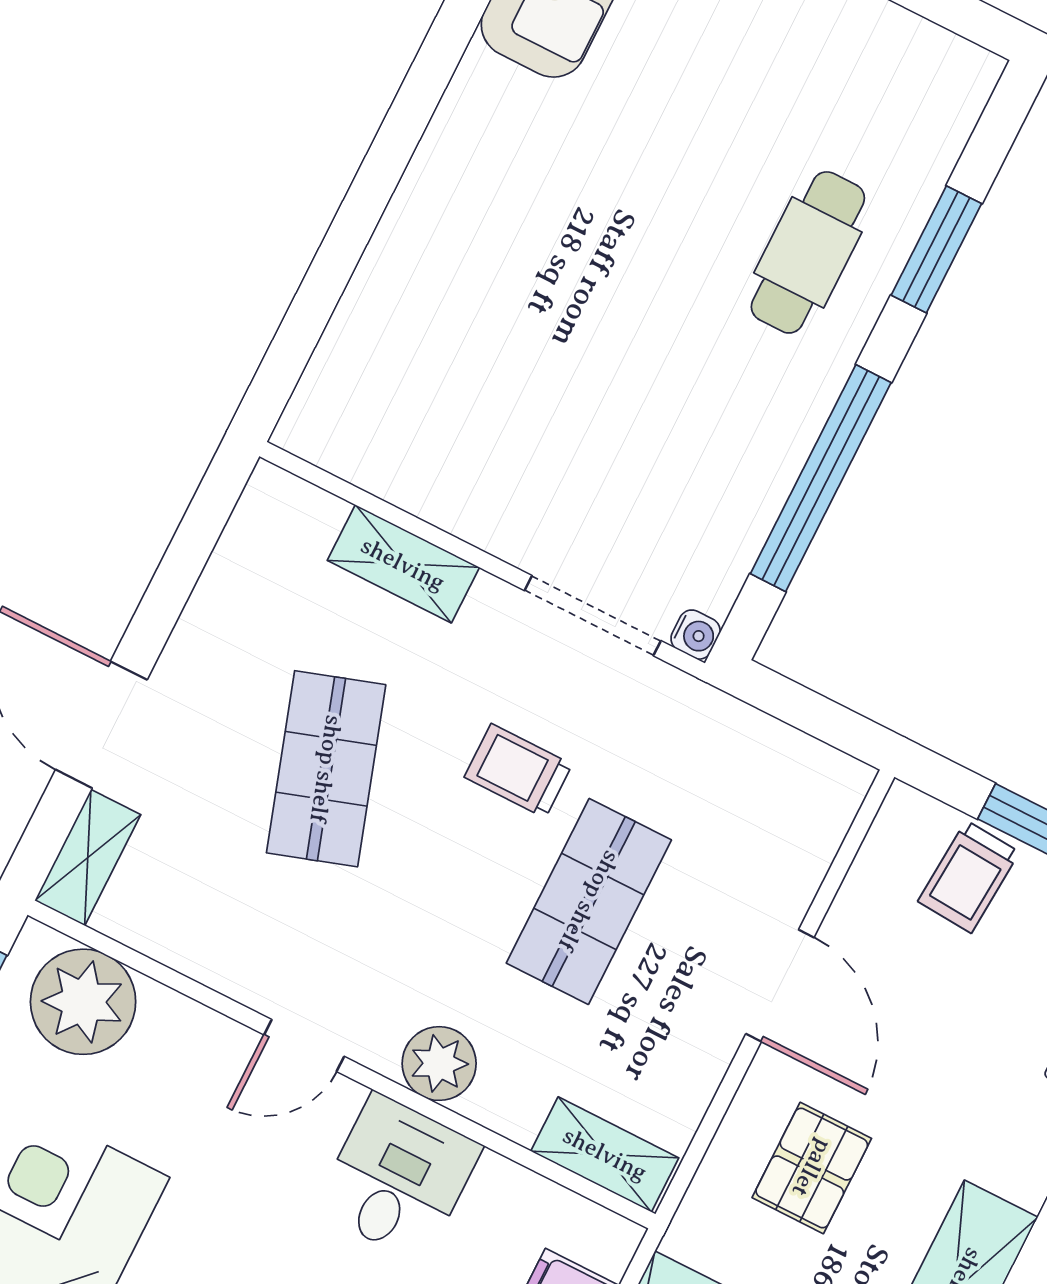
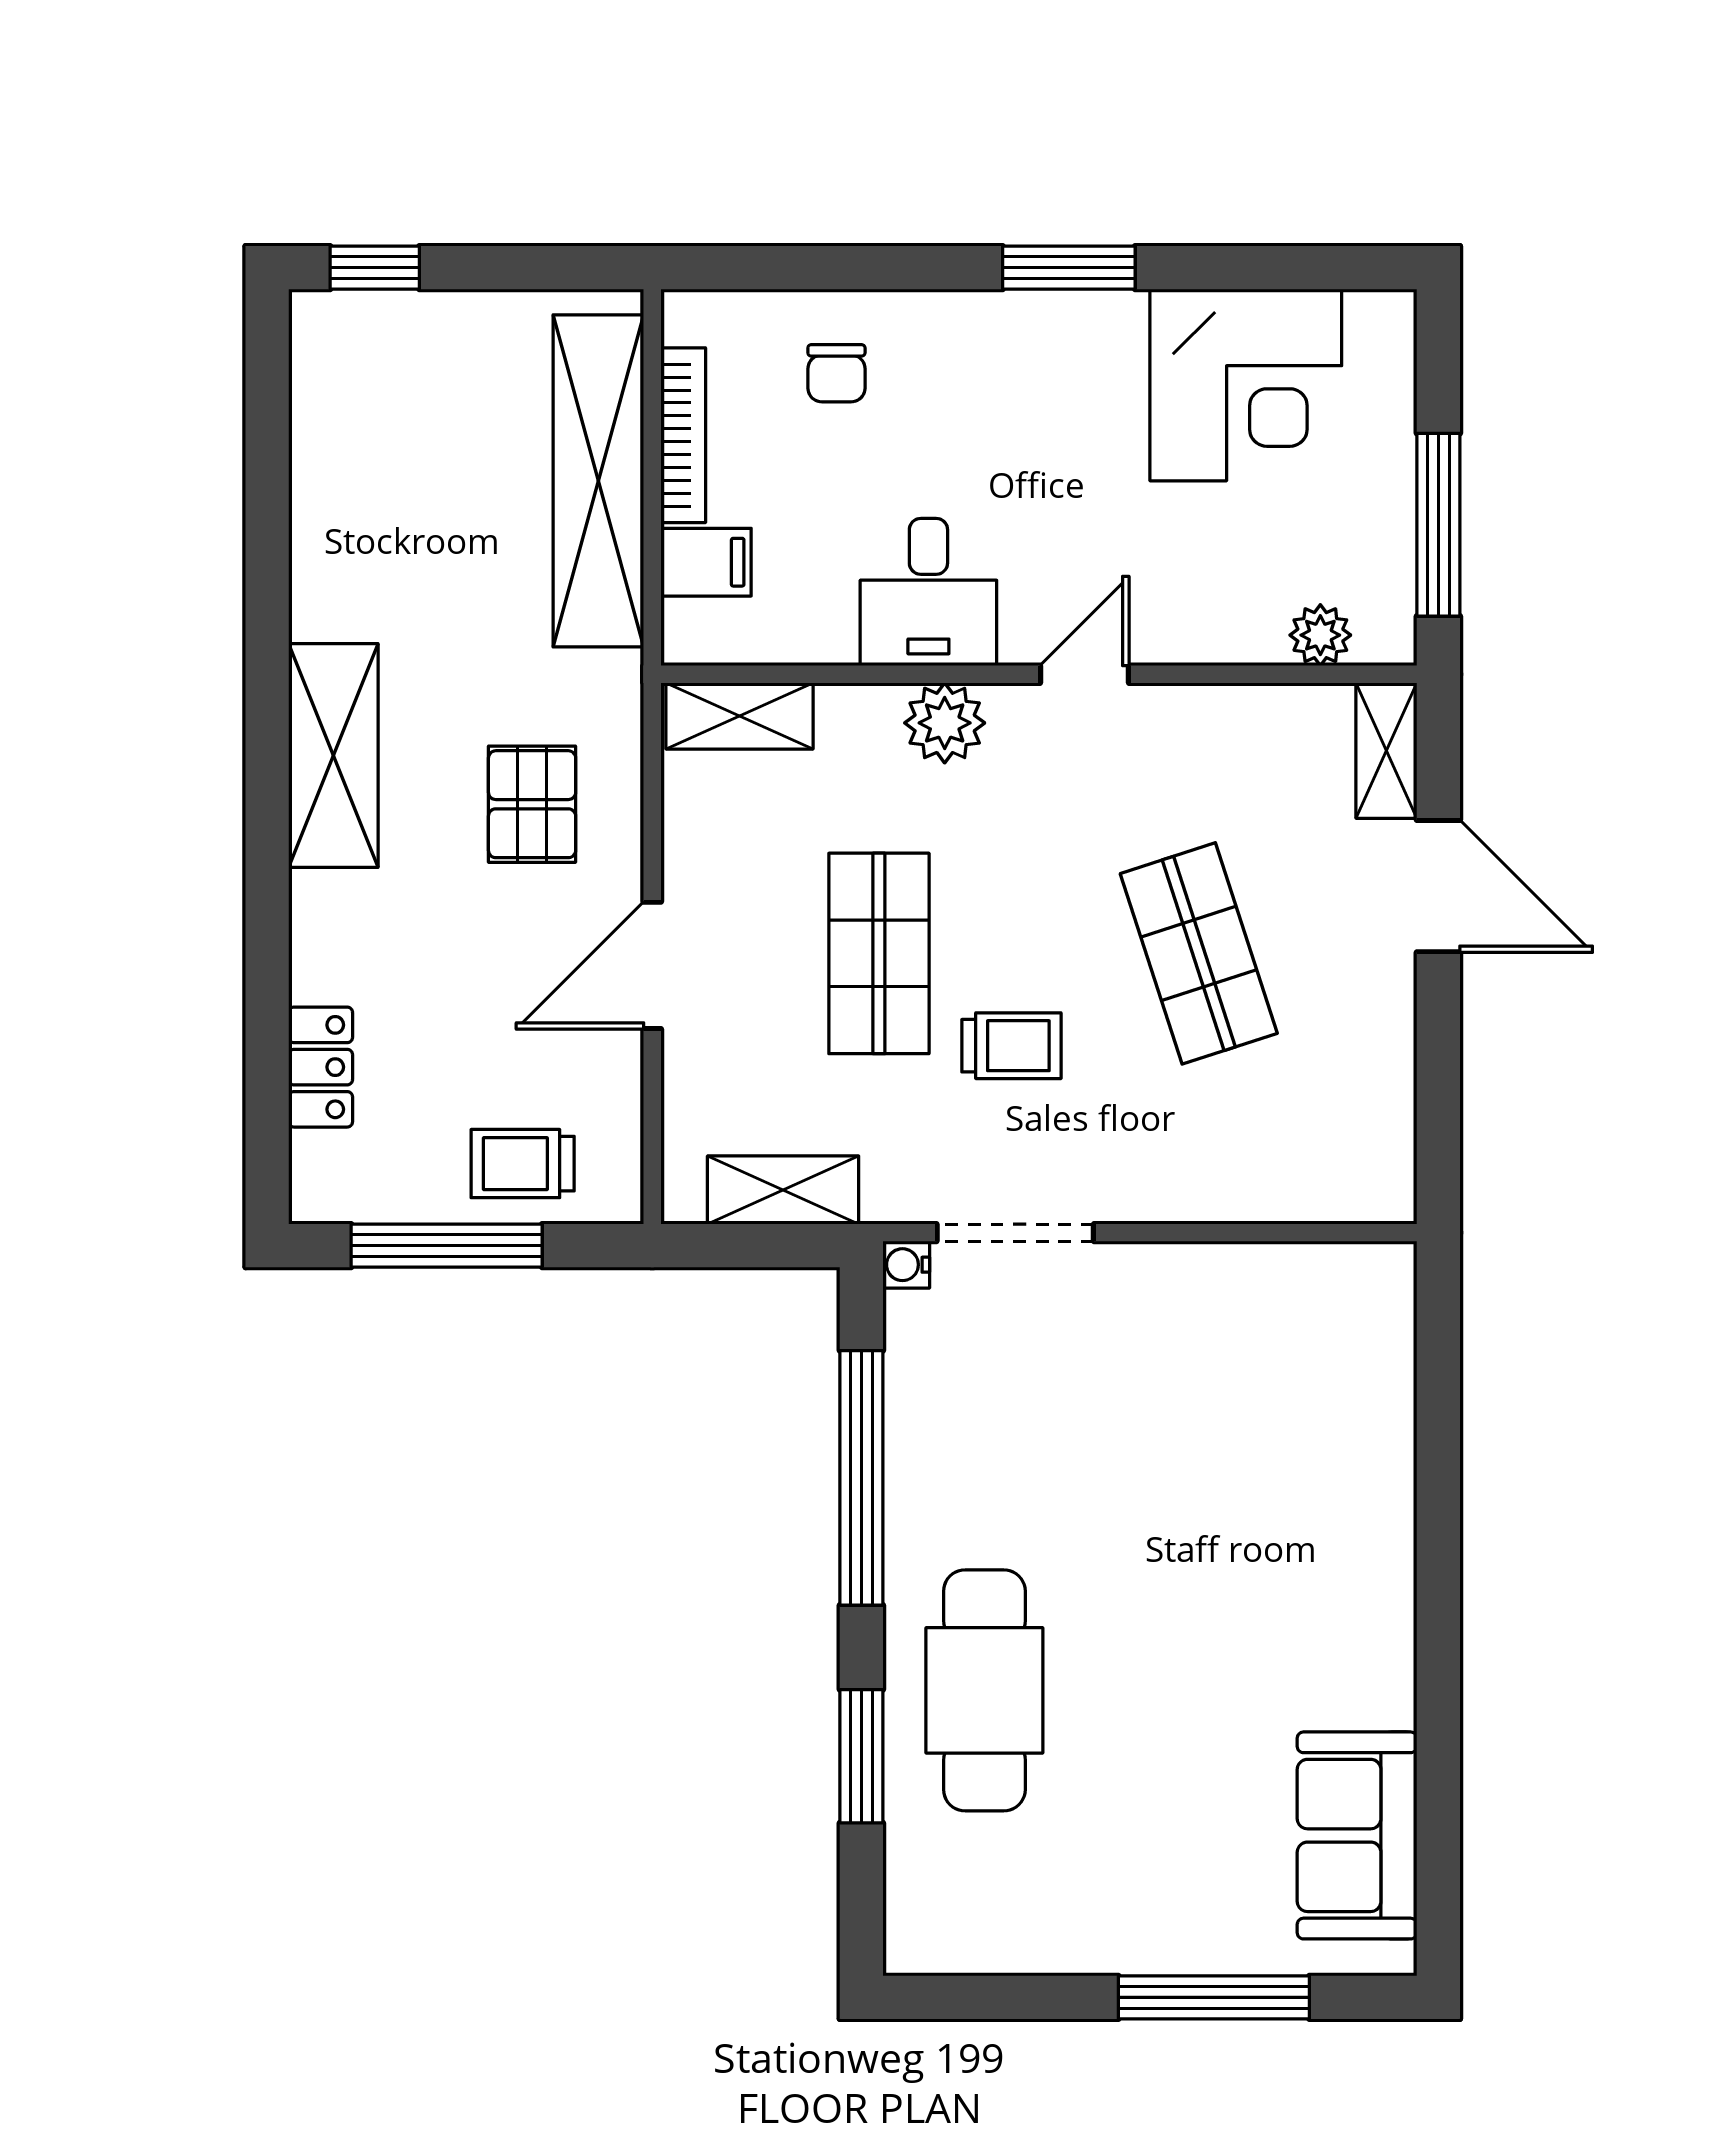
cafe table: (808, 252) -> (984, 1690), width x1.37, depth x1.35
shelving: (403, 564) -> (783, 1190), moved
trolley: (969, 877) -> (523, 1164), turned -94
door: (780, 986) -> (652, 965), hinge flipped
plant: (83, 1002) -> (1320, 635), width x0.53, depth x0.53

